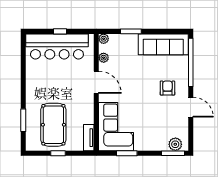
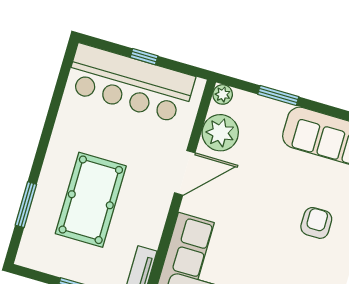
plant: (104, 58) -> (220, 133), width x1.88, depth x1.88
door: (96, 82) -> (185, 173), hinge flipped
pool table: (53, 125) -> (91, 200), moved

